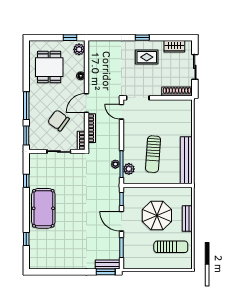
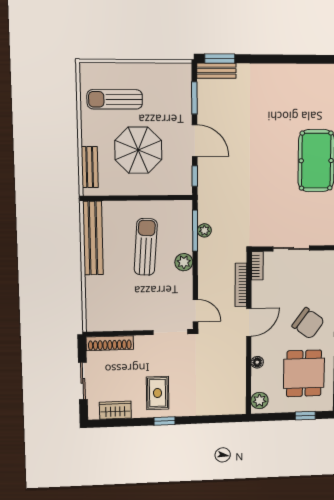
window: (70, 38) -> (305, 416), moved
rug: (147, 57) -> (157, 393), turned 90
chair: (58, 120) -> (308, 323), moved
plant: (129, 169) -> (184, 262), moved
bench: (187, 219) -> (90, 167), moved

